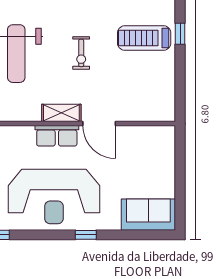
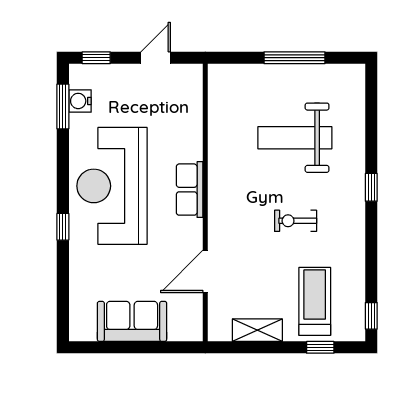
shelving: (61, 113) -> (257, 330), moved, turned 90
door: (99, 124) -> (205, 271), moved
sofa: (148, 215) -> (132, 321), moved, turned -90

